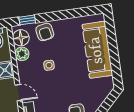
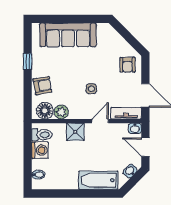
window: (27, 20) -> (28, 62), moved
side table: (49, 65) -> (91, 89), moved

